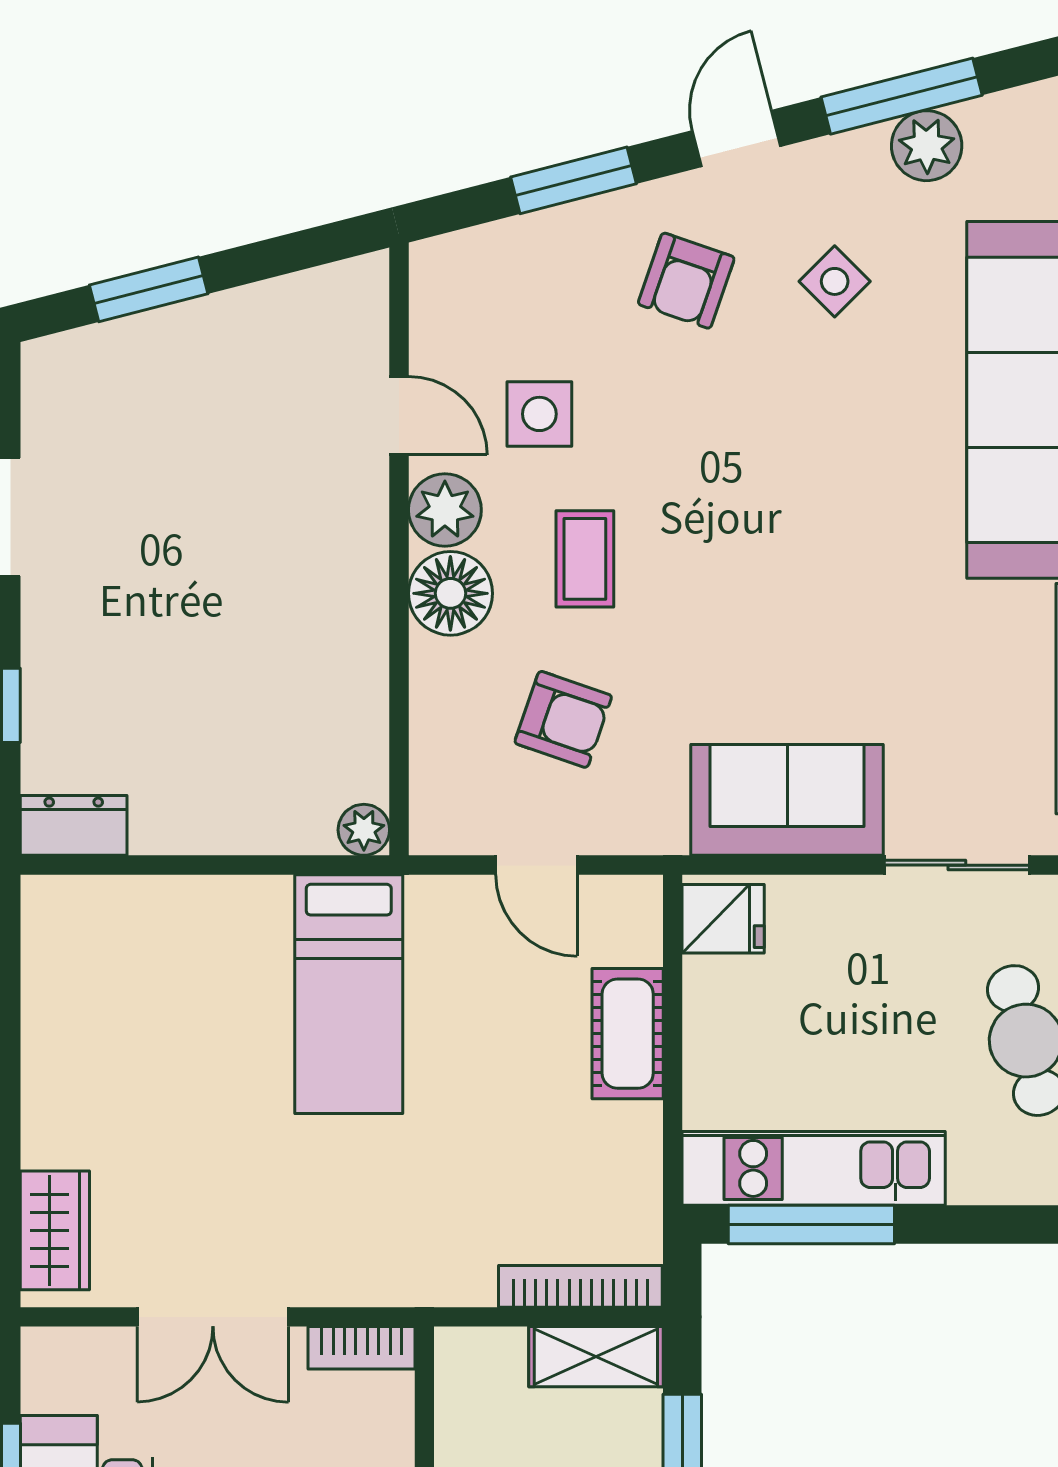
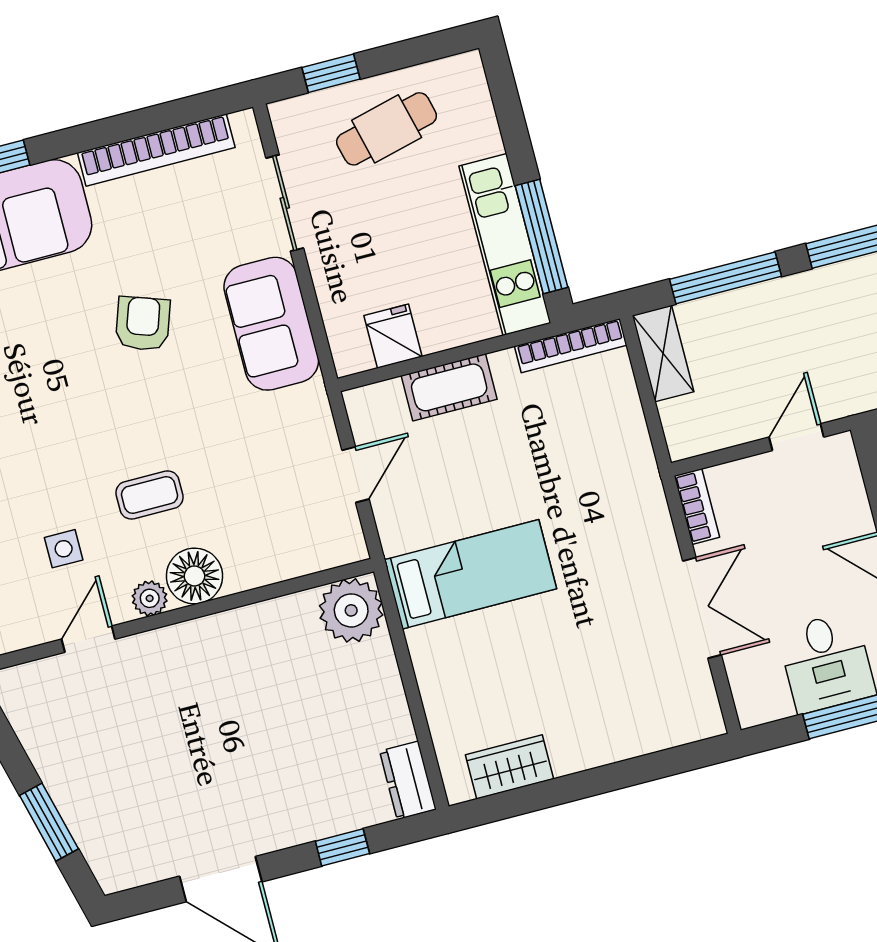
side table: (539, 414) -> (64, 549), width x0.73, depth x0.73
plant: (445, 510) -> (150, 598), width x0.73, depth x0.73
armchair: (563, 719) -> (143, 324), moved
plant: (364, 830) -> (351, 610), width x1.88, depth x1.88
fridge: (723, 919) -> (393, 336), moved
wardrobe: (55, 1230) -> (509, 767), moved
bookcase: (580, 1286) -> (571, 346), moved, turned -90

